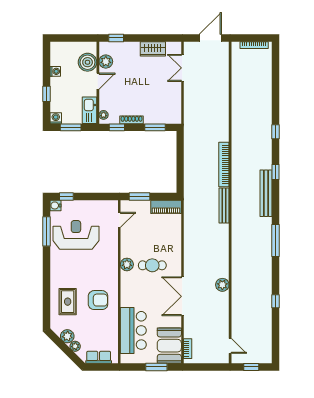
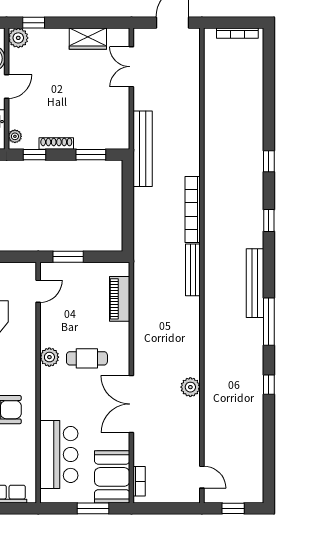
plant: (106, 62) -> (18, 38), moved
bench: (190, 123) -> (143, 149), added
bench: (266, 193) -> (255, 283), moved
piano: (166, 207) -> (120, 299), moved, turned 90
window: (275, 301) -> (269, 385), moved

